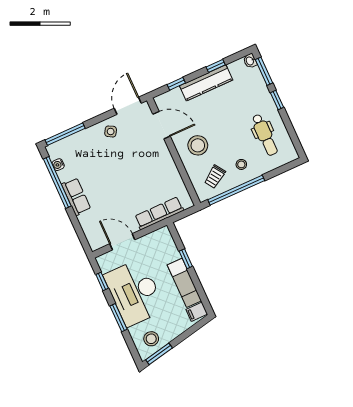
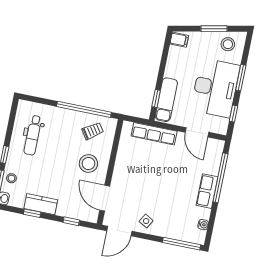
kitchen counter: (206, 83) -> (41, 204), width x0.67
dental chair: (265, 135) -> (33, 135), turned 180
stool: (241, 164) -> (11, 178), moved
window: (57, 183) -> (220, 178), moved
window: (186, 259) -> (156, 99), moved
exam couch: (184, 283) -> (166, 100), moved
window: (159, 354) -> (214, 29), moved

